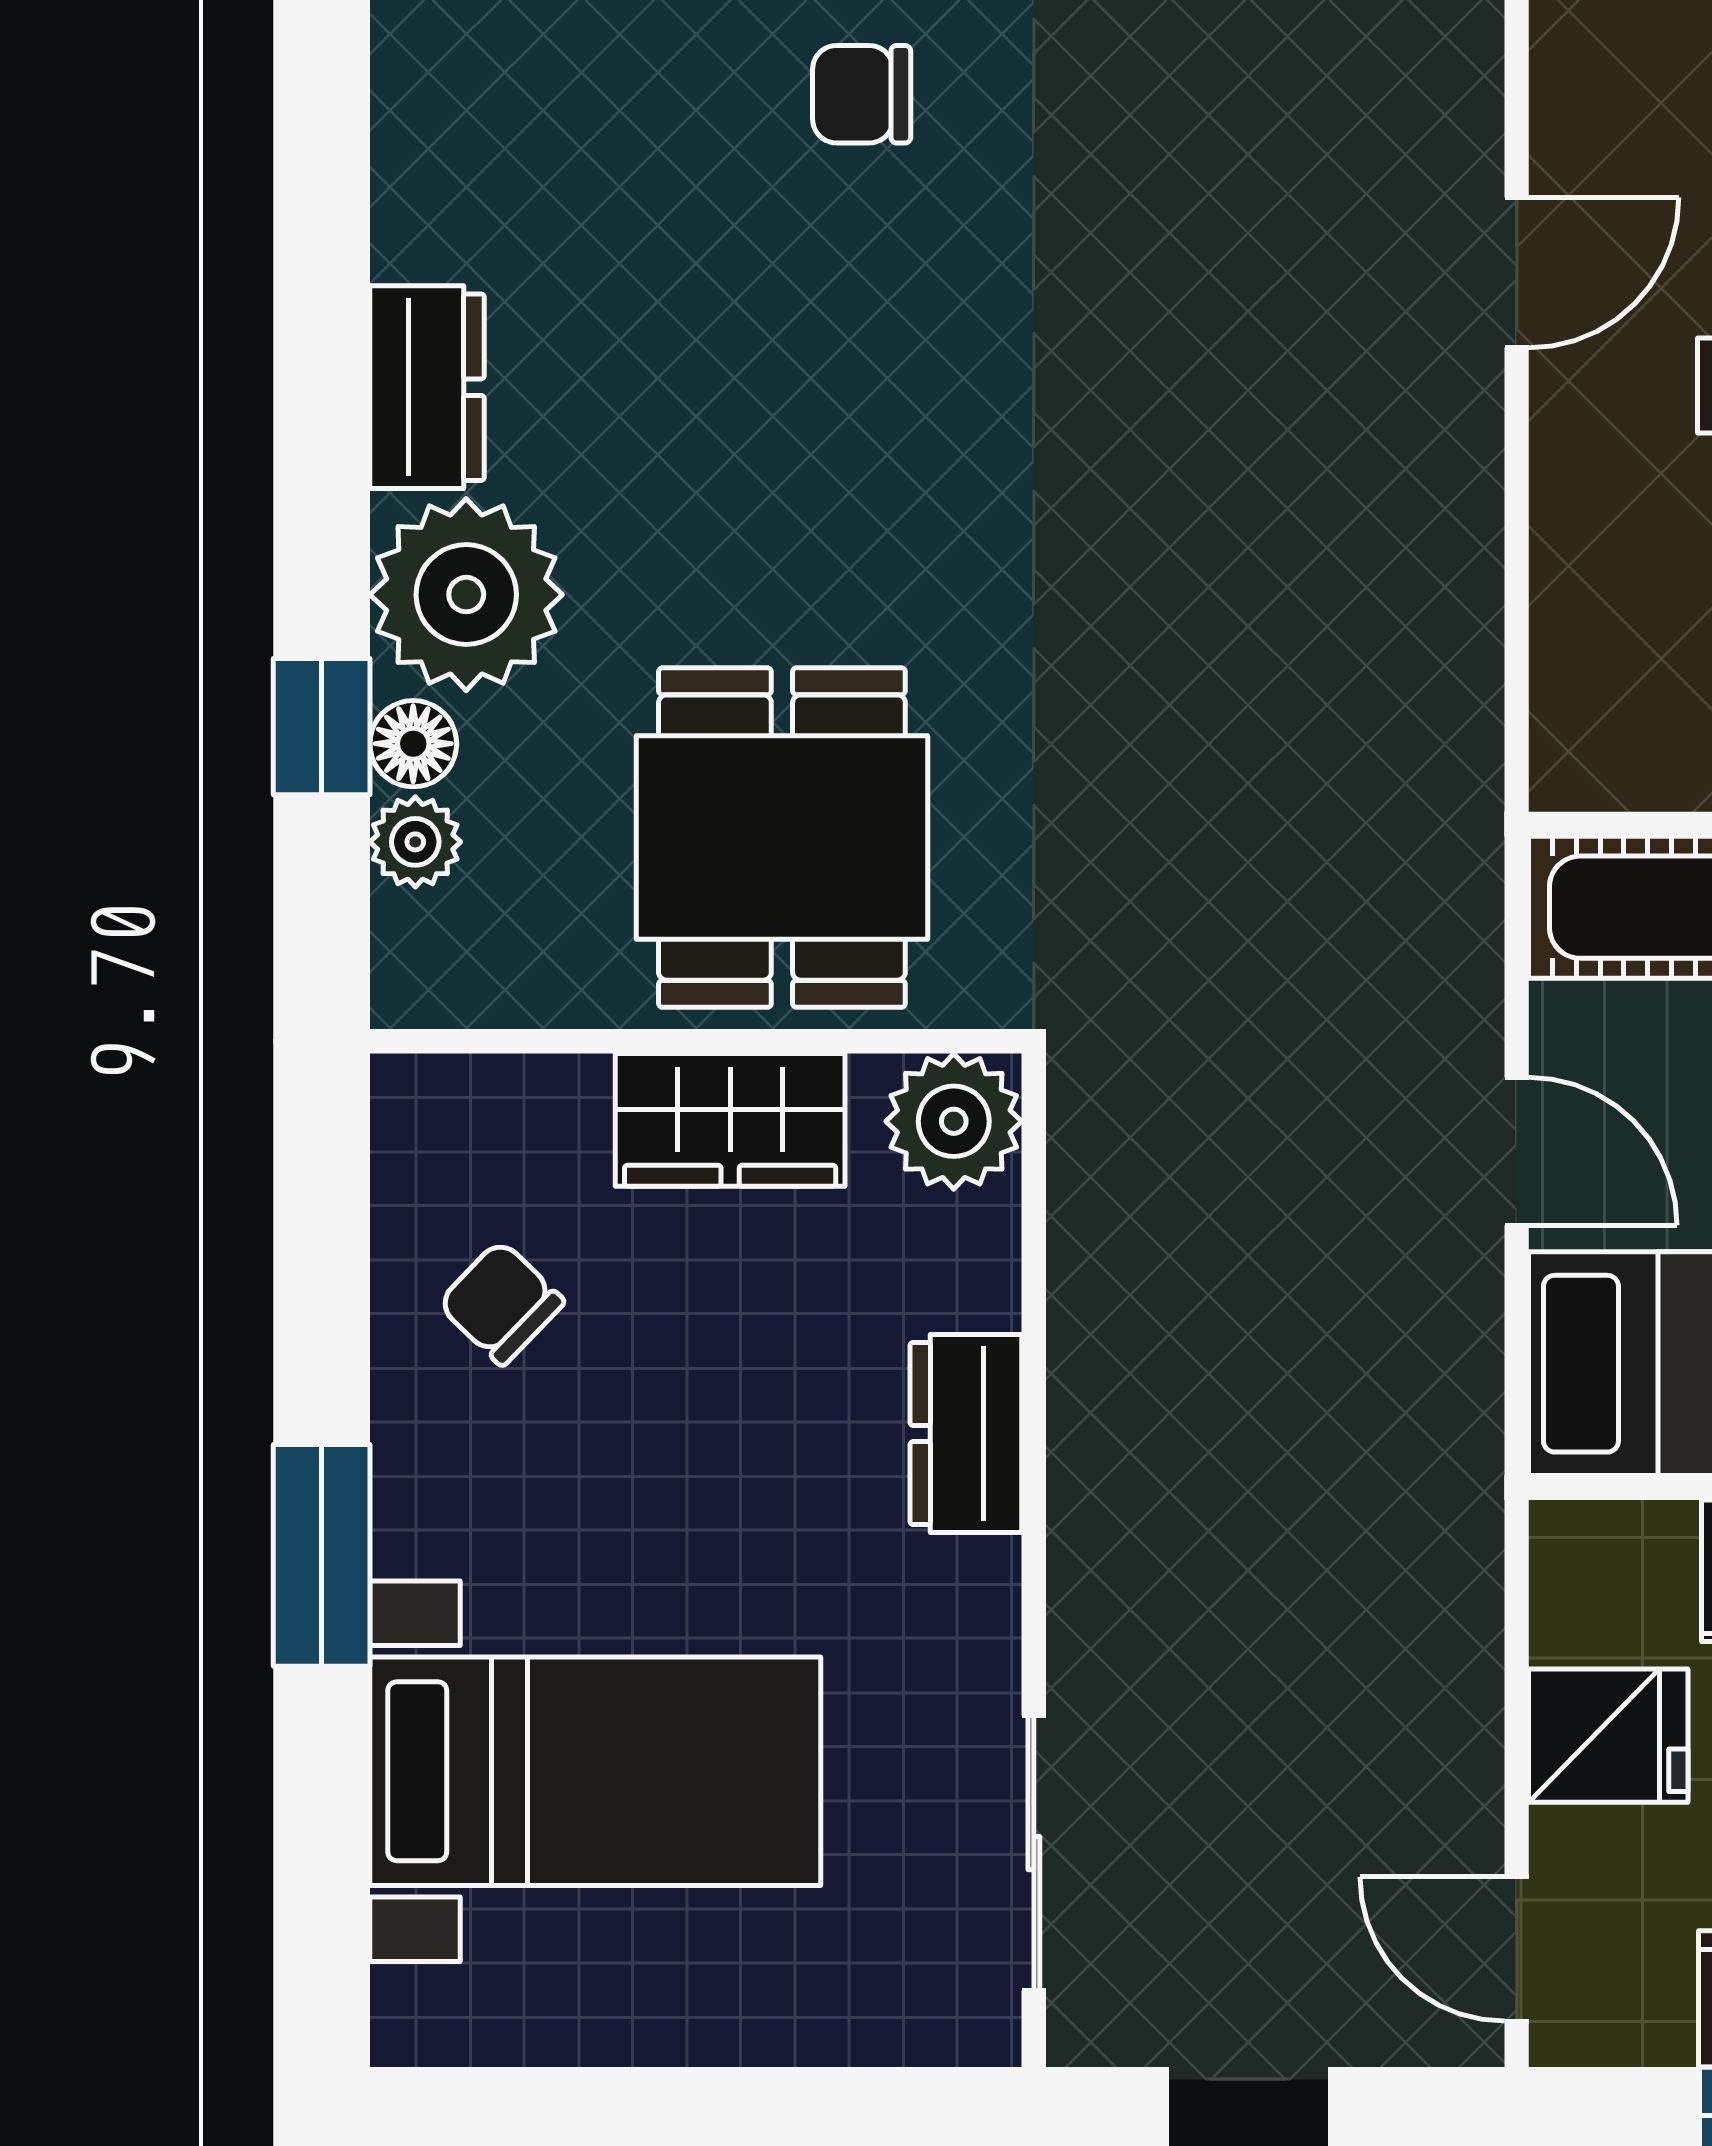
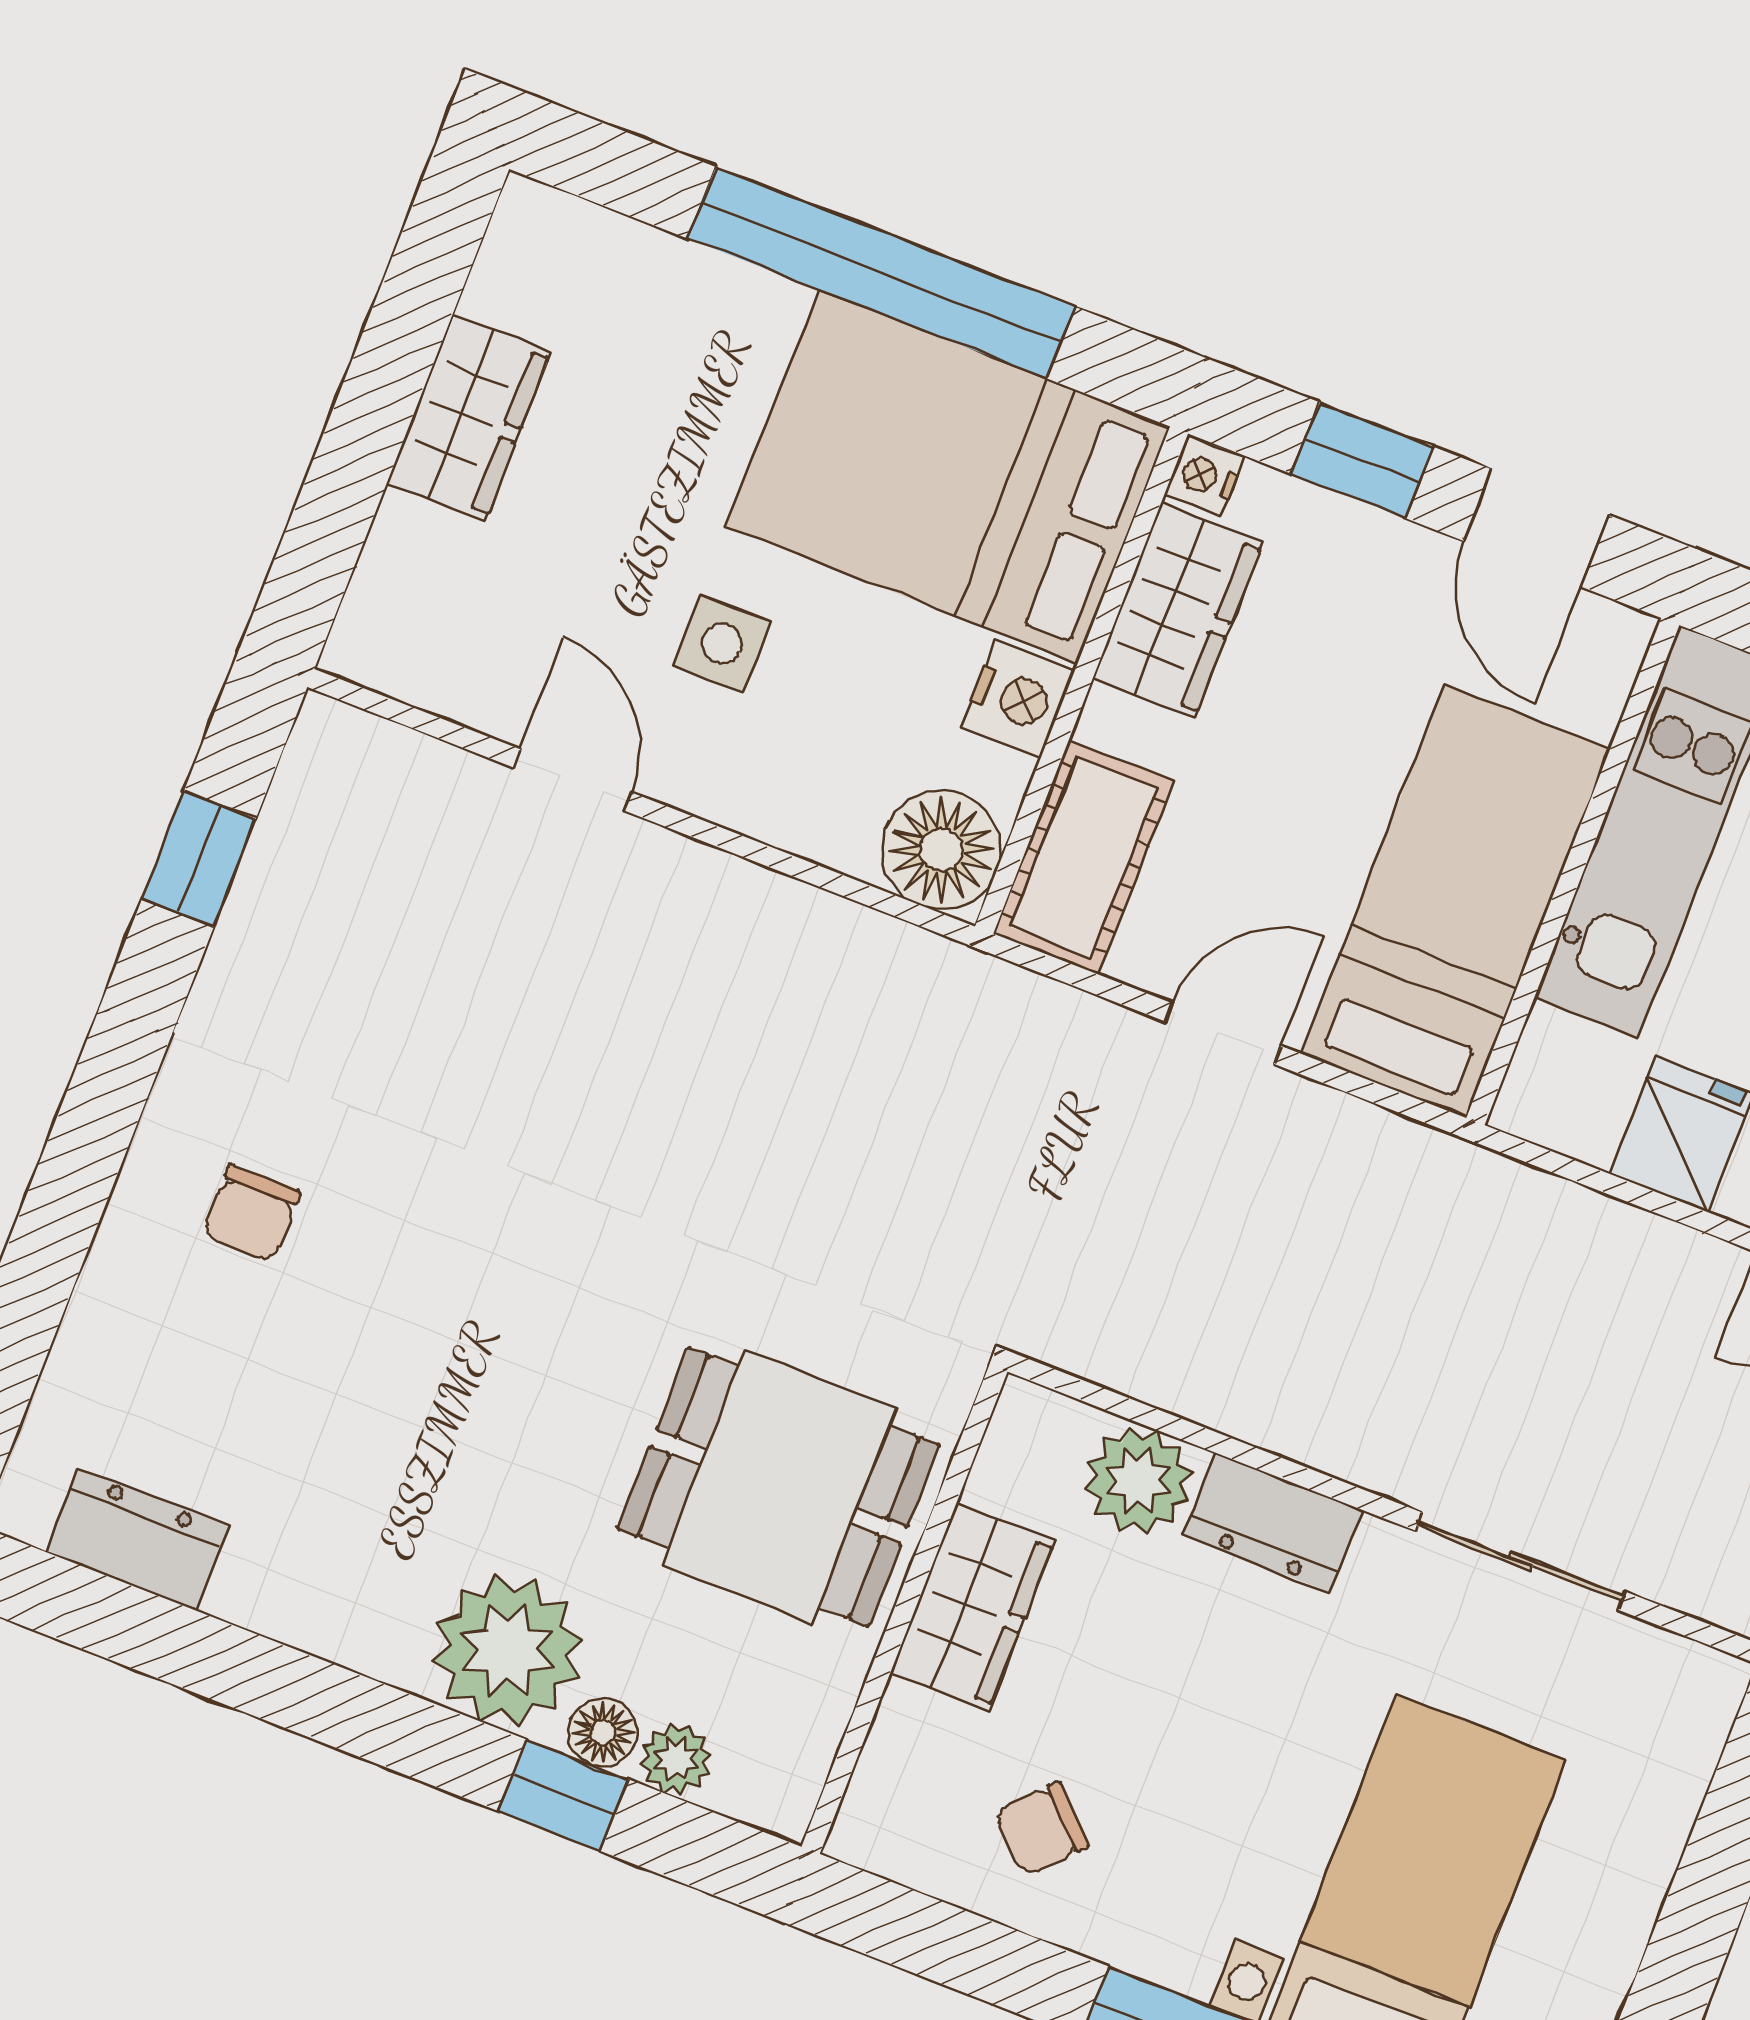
dresser: (427, 387) -> (137, 1539), moved
floor lamp: (1603, 737) -> (941, 850), added
plant: (954, 1121) -> (1138, 1481), moved
sliding door: (1034, 1853) -> (1520, 1561), moved

